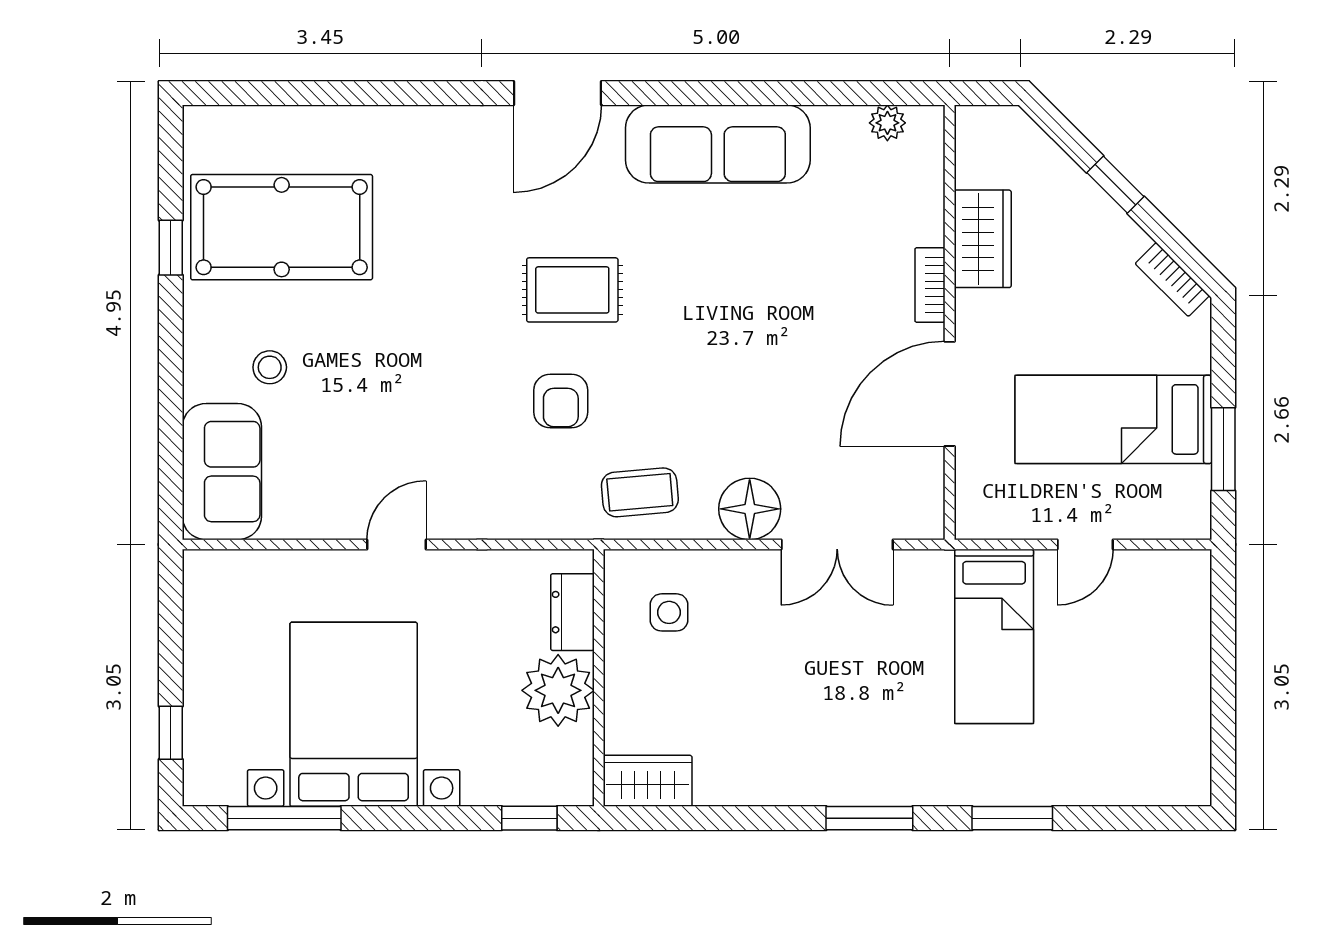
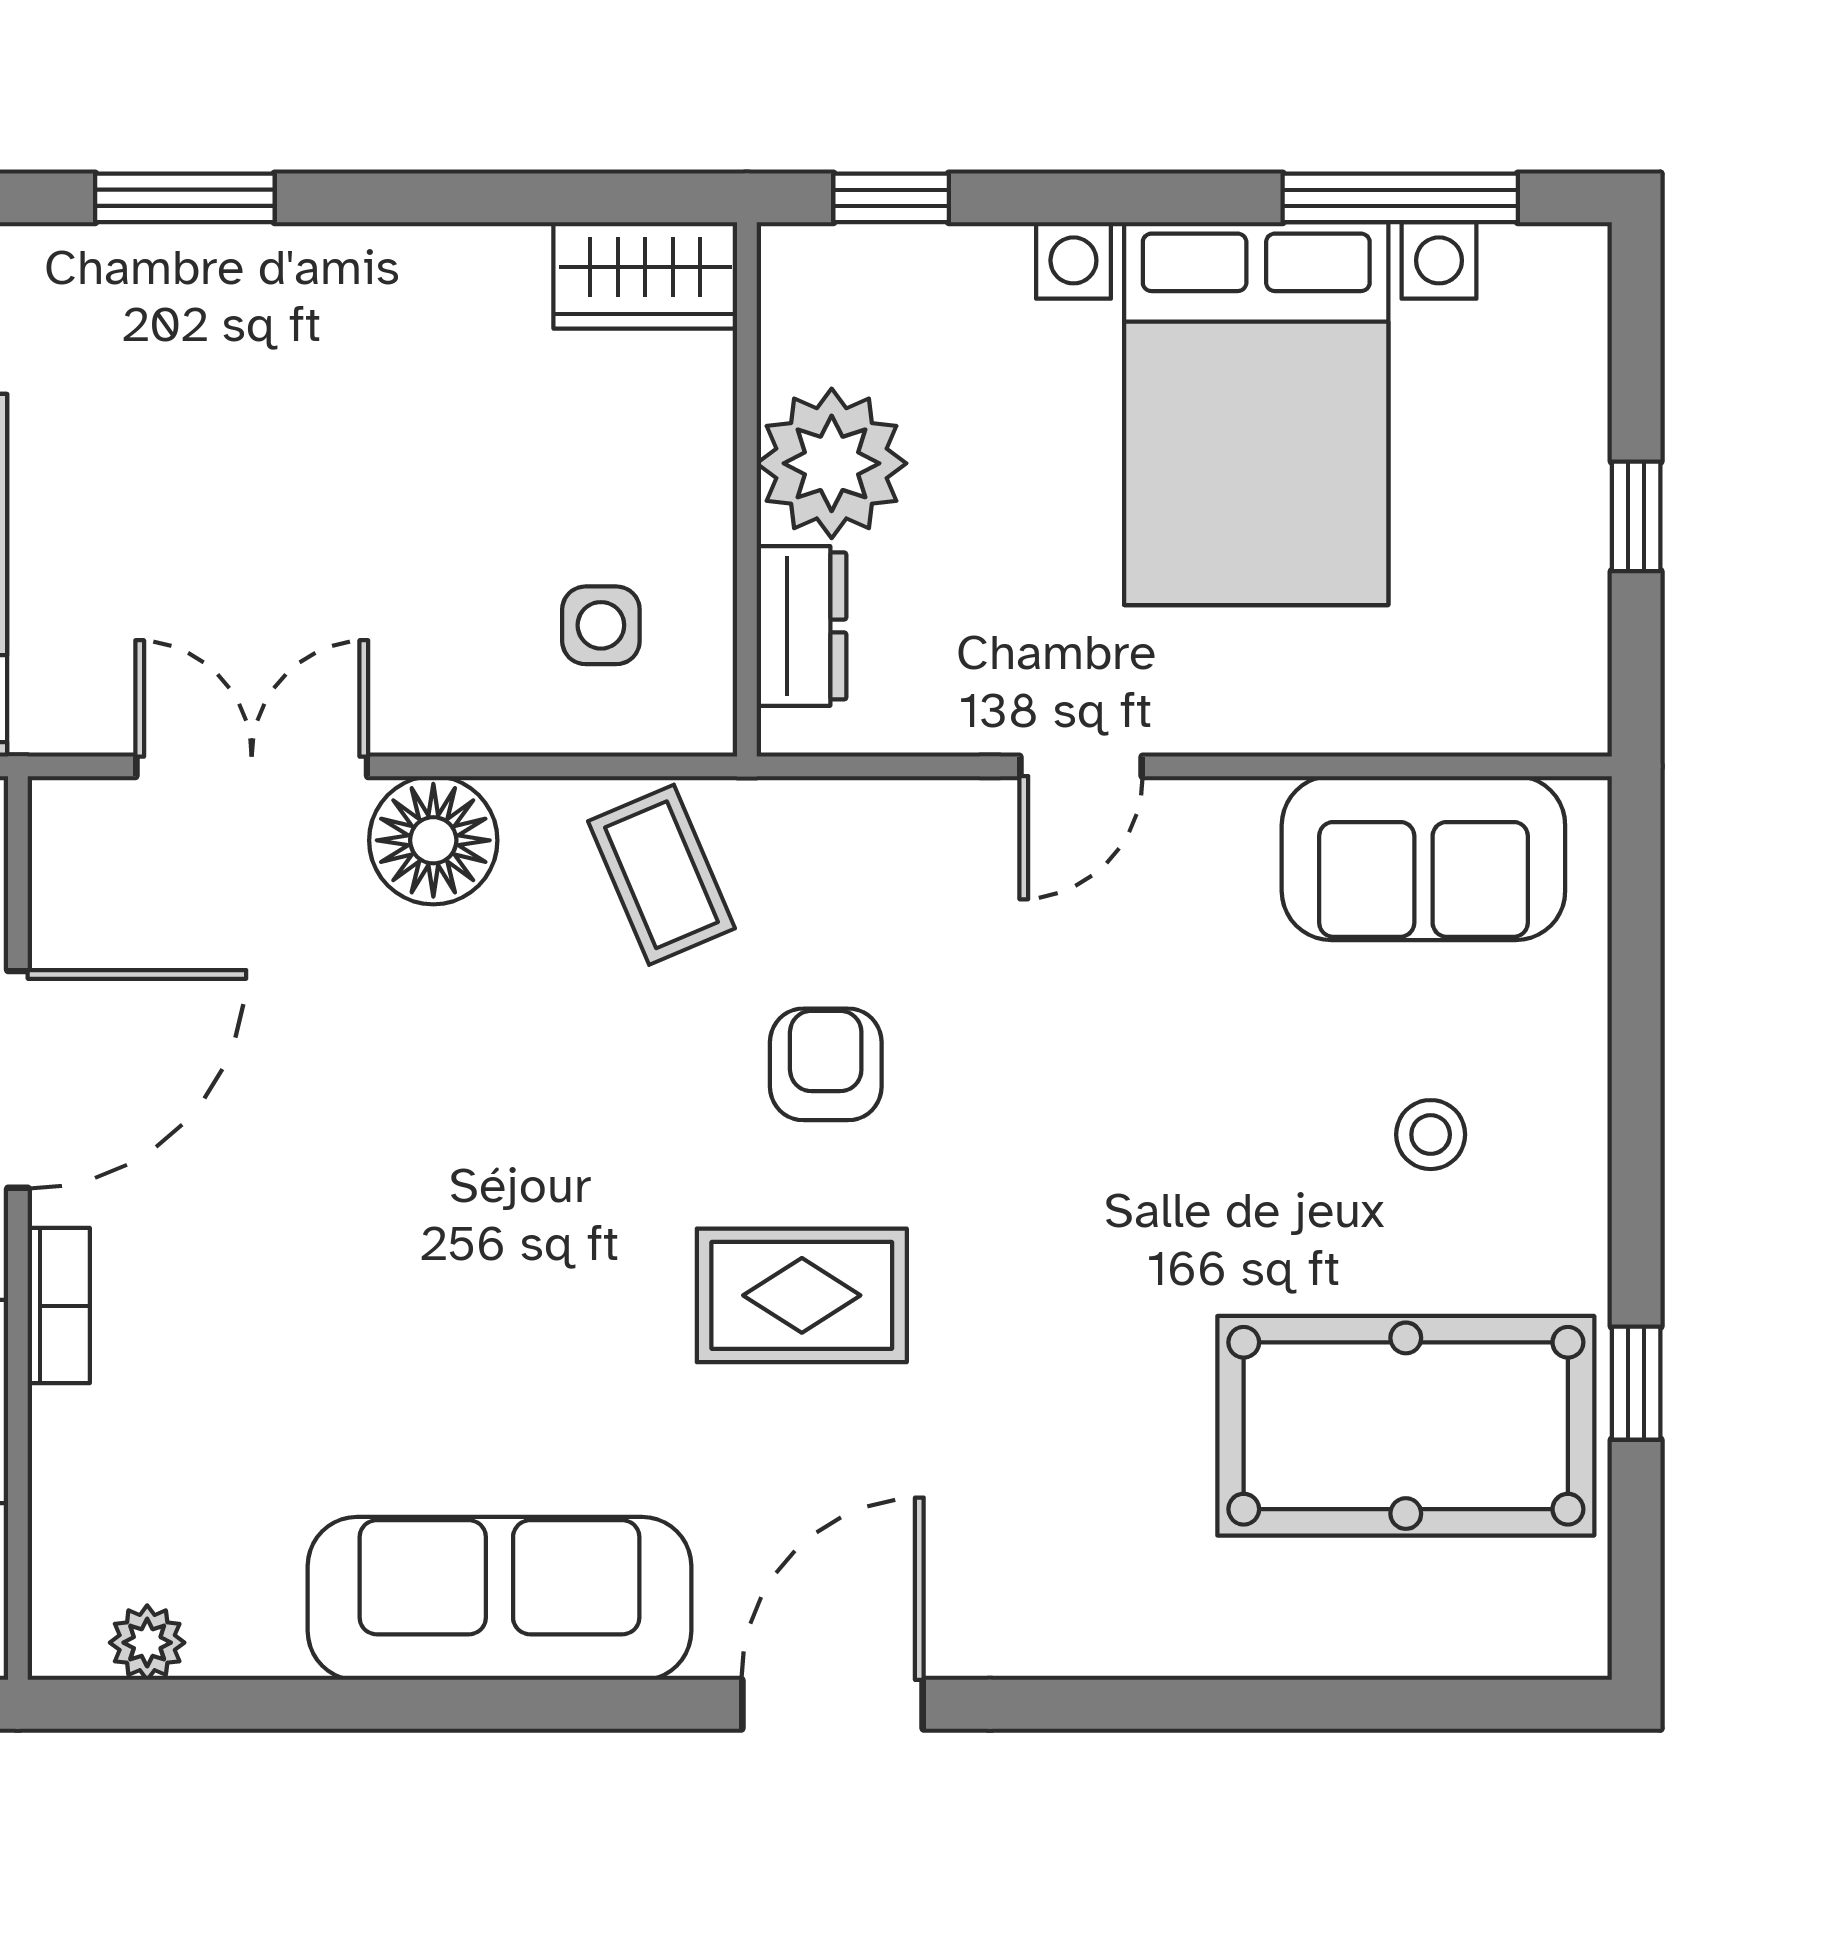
sofa: (222, 472) -> (1423, 858), moved, turned -90
coffee table: (640, 492) -> (661, 875), turned 72
door: (396, 544) -> (1081, 766), moved
window: (171, 733) -> (1636, 516), moved

